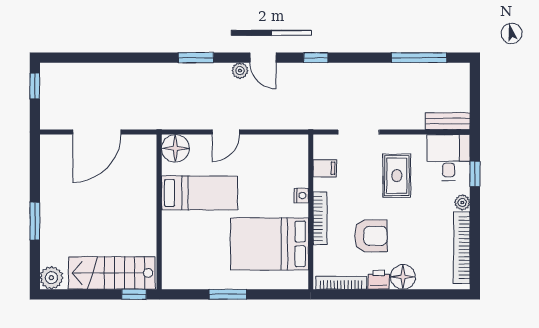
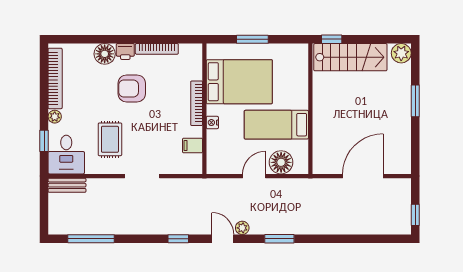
floor lamp: (175, 148) -> (281, 162), moved
filing cabinet: (325, 168) -> (193, 145), moved
nightstand: (301, 196) -> (212, 123), moved
wall: (311, 212) -> (204, 109), moved
bookcase: (320, 218) -> (197, 103), moved
bed: (269, 244) -> (239, 82), moved

